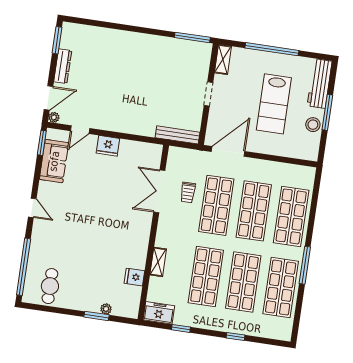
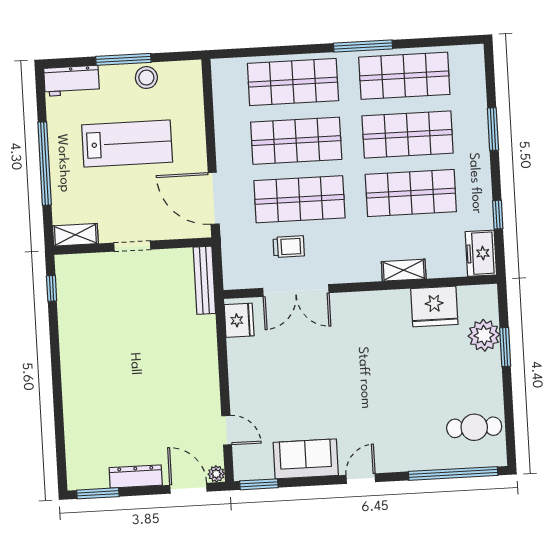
window: (192, 37) -> (52, 288), width x0.46
workbench: (320, 84) -> (72, 81), width x0.73
fridge: (108, 146) -> (239, 320), moved
sofa: (54, 161) -> (306, 459), moved
fridge: (134, 277) -> (434, 306), width x1.88, depth x1.34
plant: (106, 309) -> (484, 335), width x1.88, depth x1.88
window: (236, 337) -> (493, 129), width x1.50

